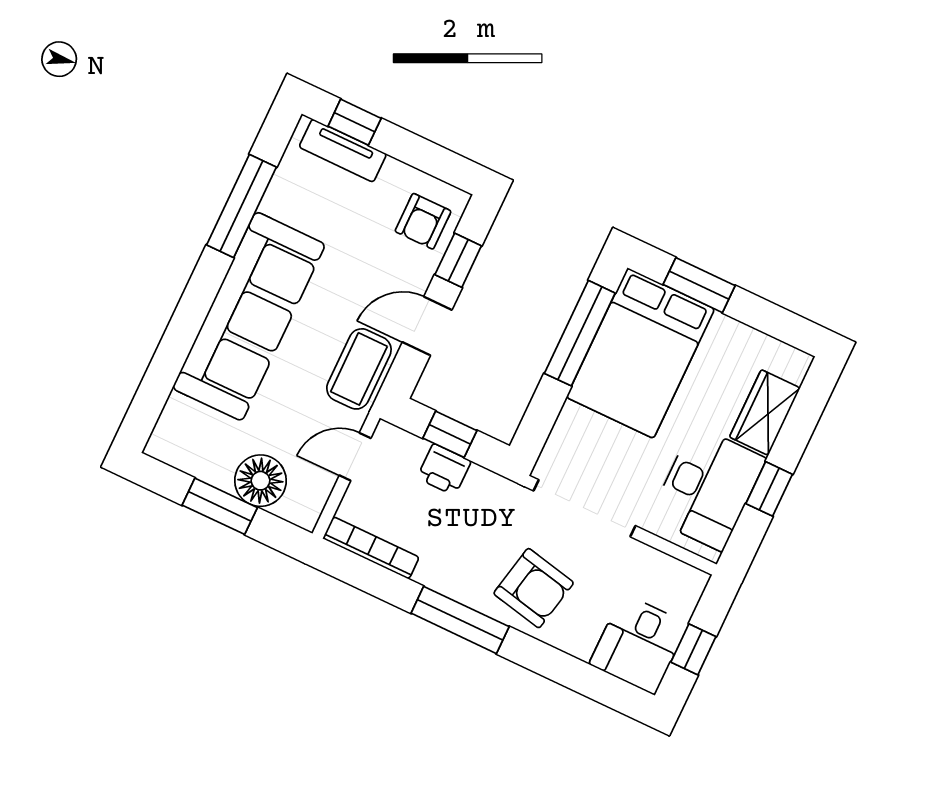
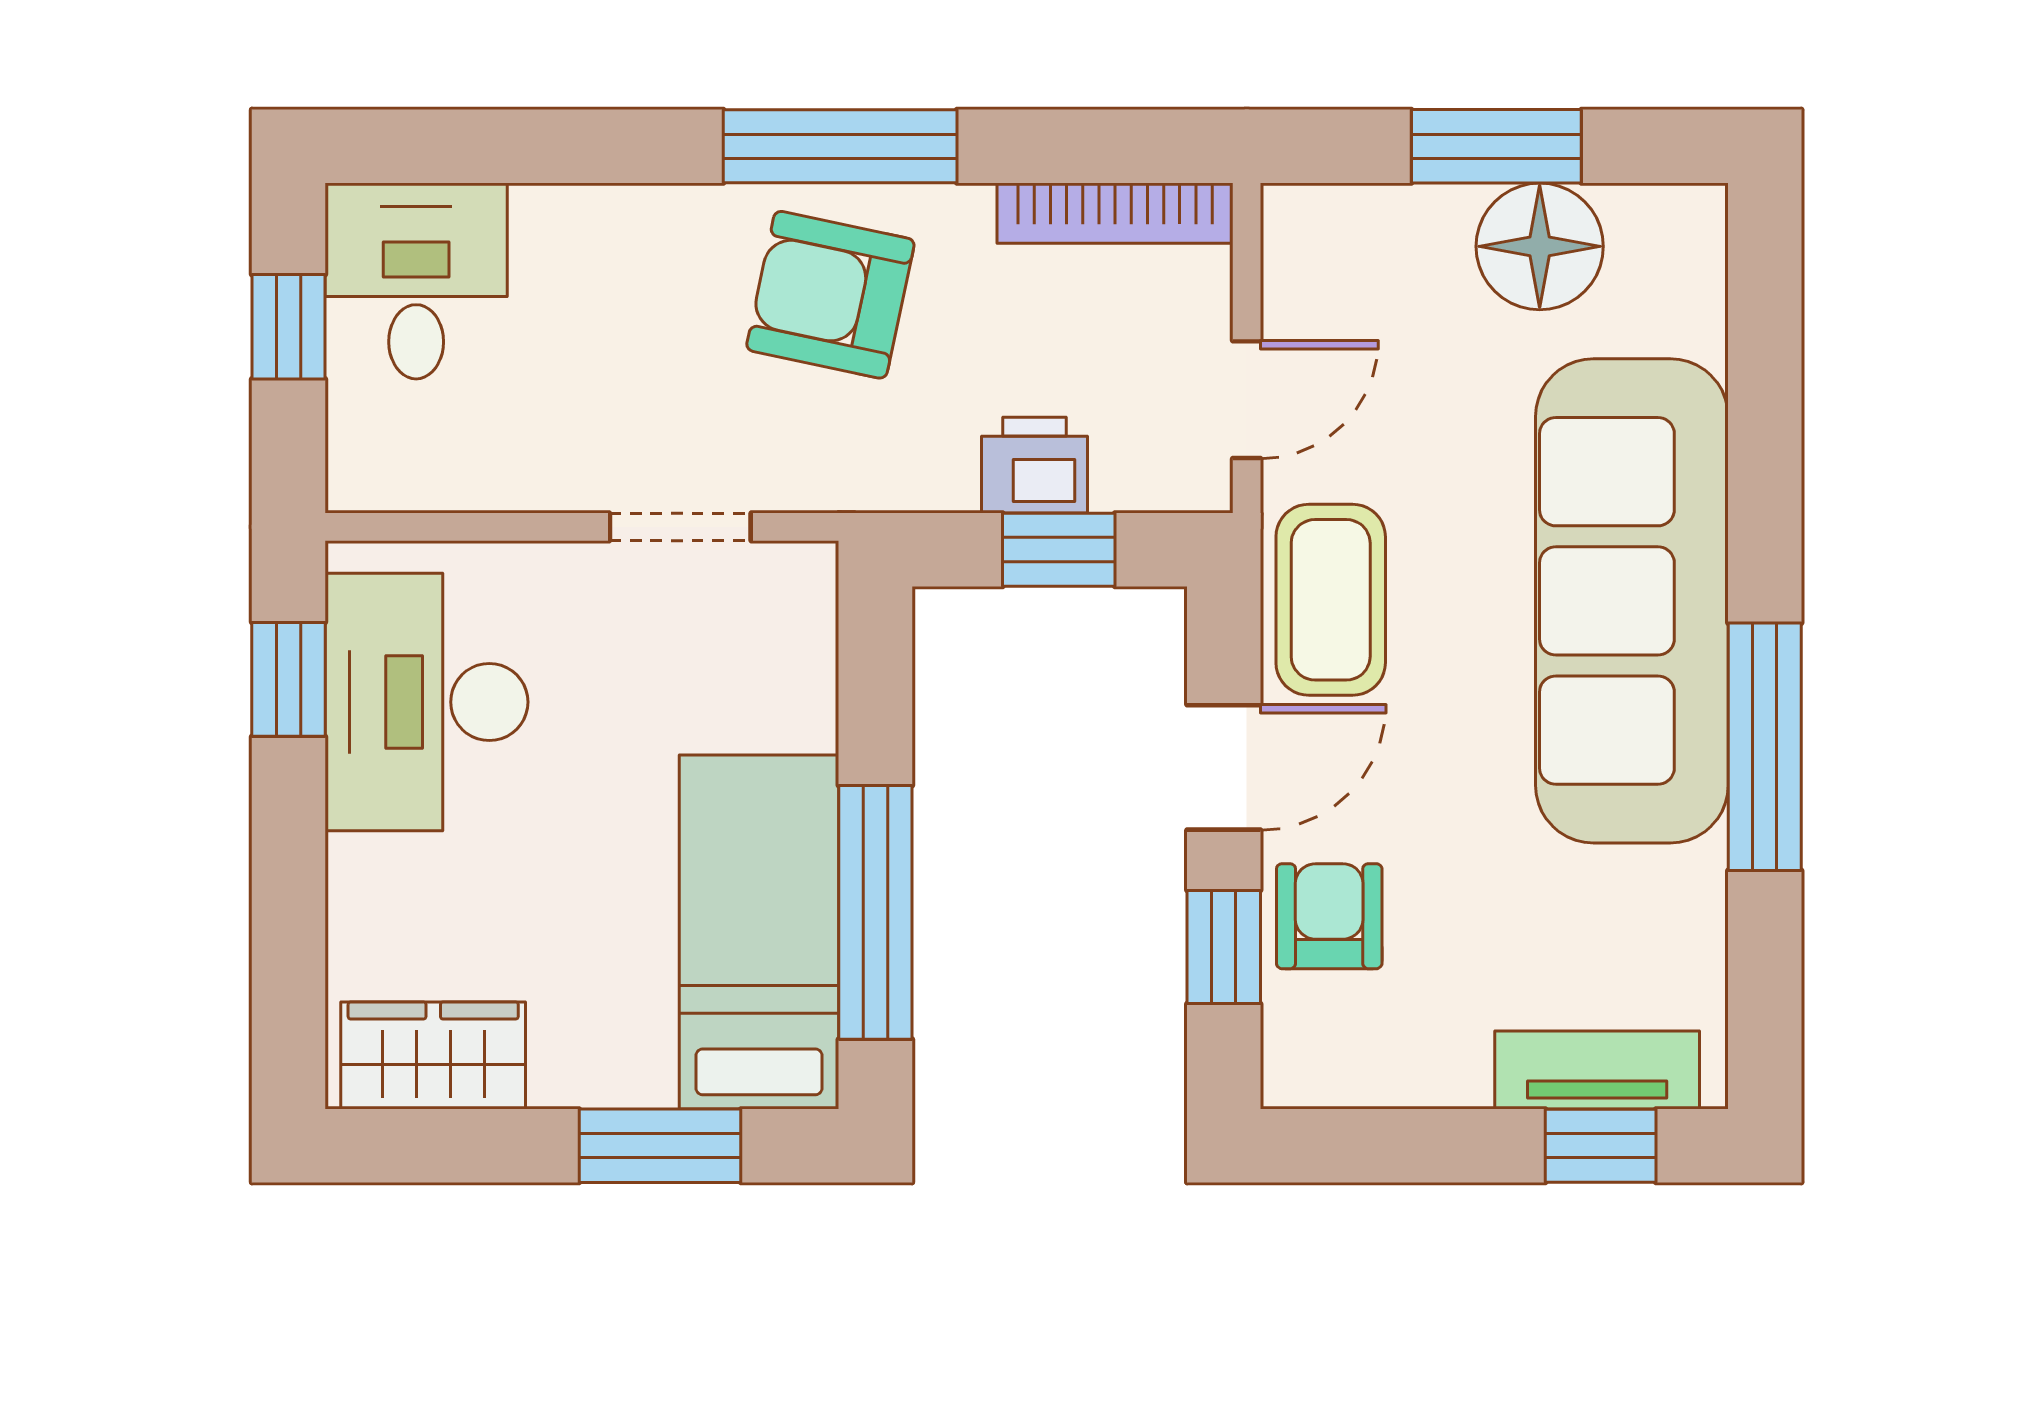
window: (241, 206) -> (1765, 747), moved
armchair: (423, 221) -> (1329, 916), moved
bed: (640, 353) -> (759, 932), width x0.67
wardrobe: (765, 413) -> (433, 1055), moved, turned -90
floor lamp: (260, 481) -> (1540, 246), moved
window: (769, 489) -> (289, 679), moved
doorway: (585, 508) -> (680, 527), width x0.53
armchair: (534, 588) -> (830, 295), moved

